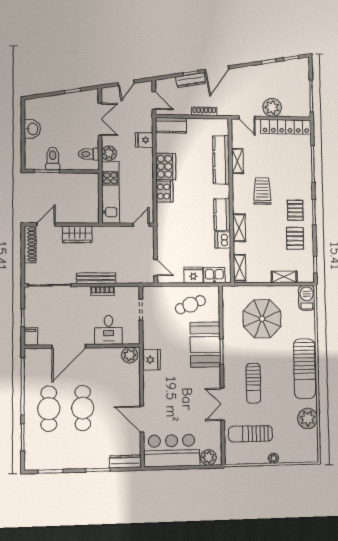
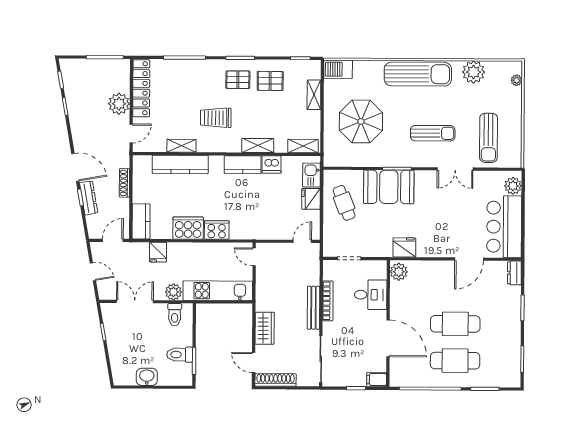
bookcase: (103, 291) -> (328, 301), width x1.56
plant: (273, 458) -> (516, 80), moved
dresser: (125, 461) -> (514, 273), width x0.70

